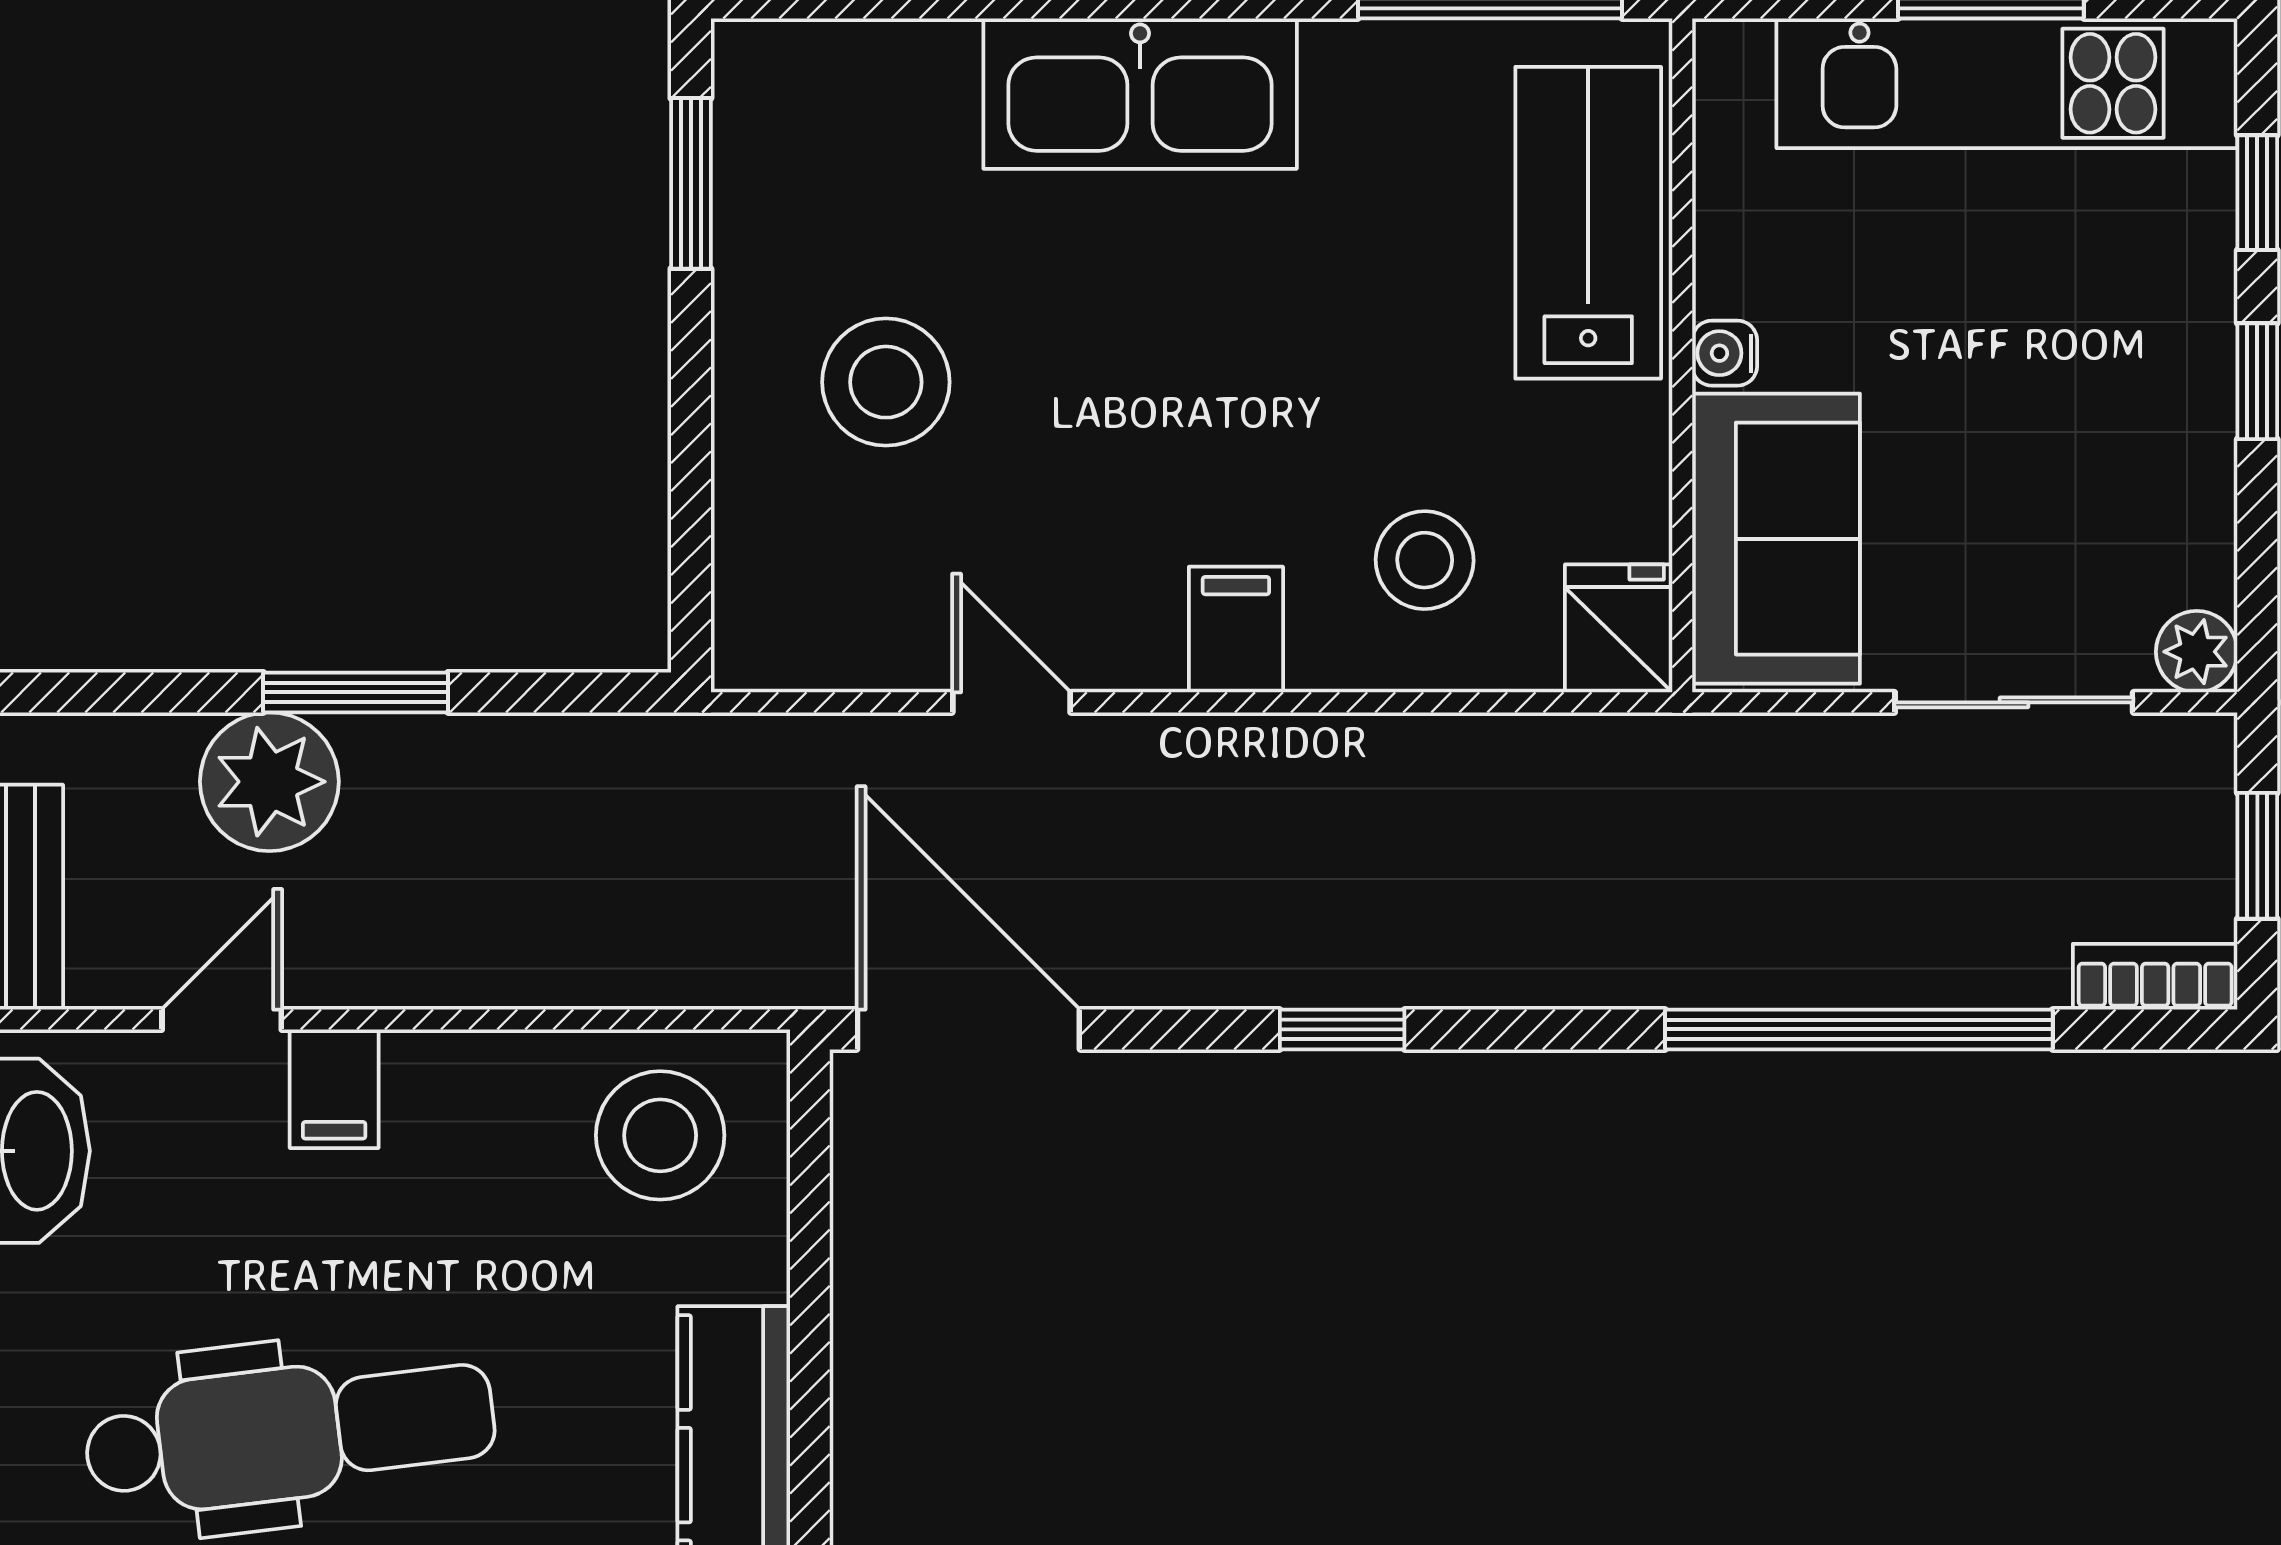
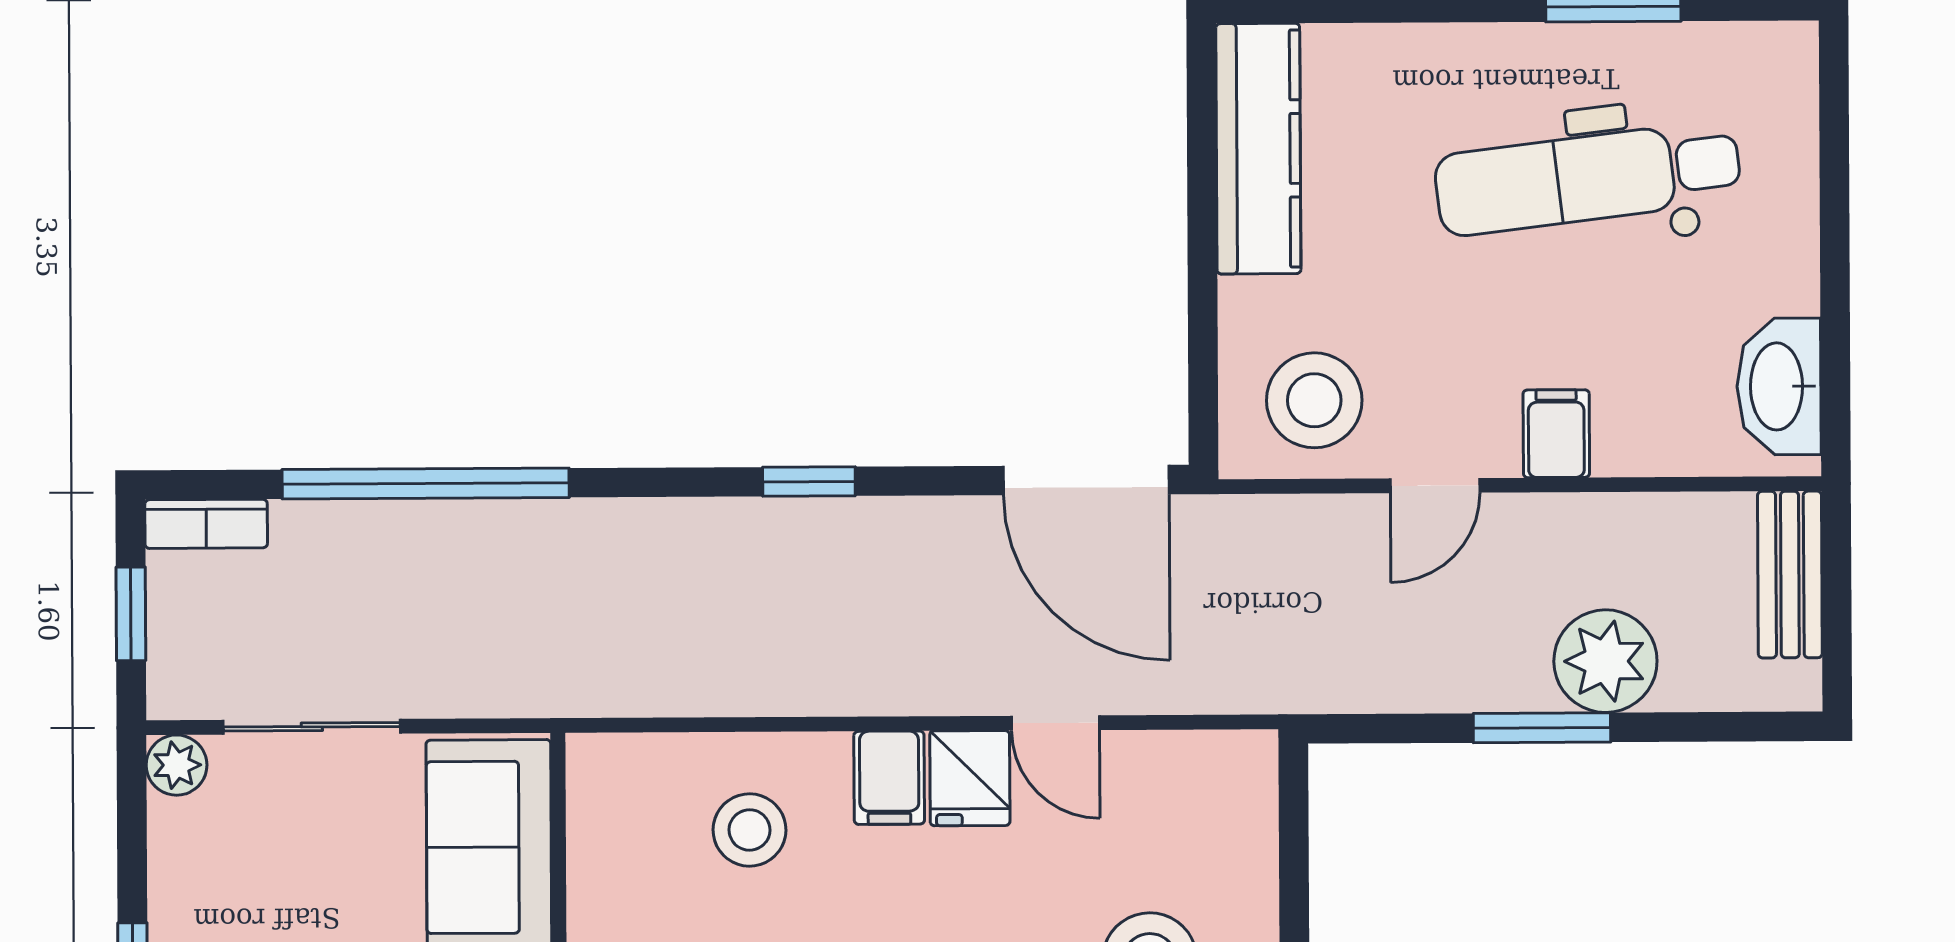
fridge: (1619, 628) -> (970, 778), moved
door: (222, 1020) -> (1435, 486), moved

